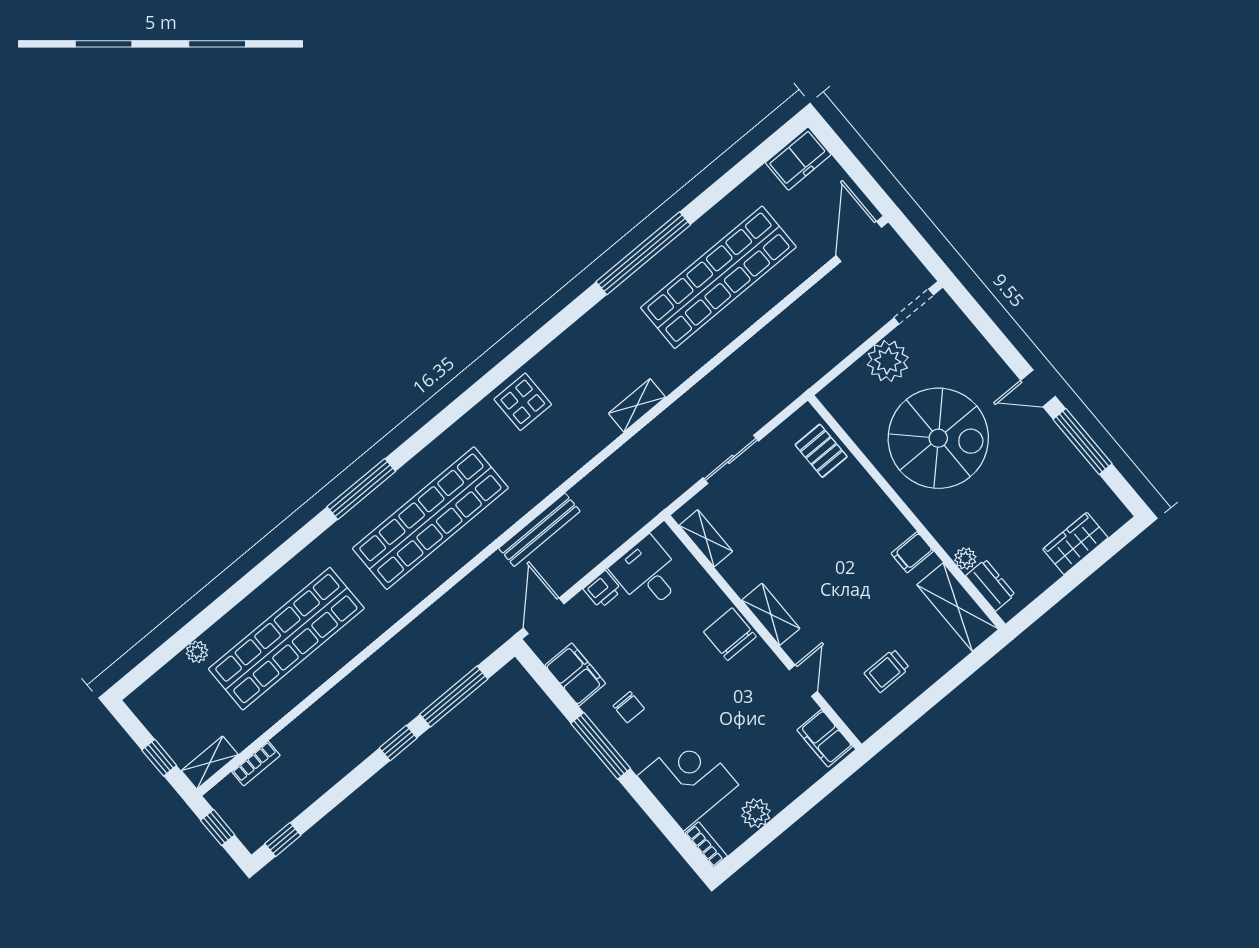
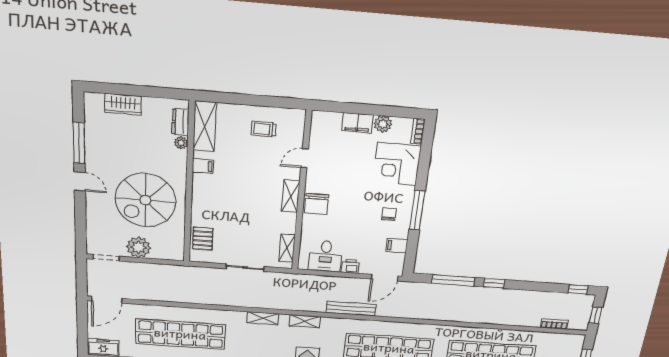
spiral stairs: (938, 438) -> (145, 200), turned -90
trolley: (887, 671) -> (264, 129), turned 180
filing cabinet: (575, 674) -> (397, 246), width x0.50
filing cabinet: (825, 738) -> (357, 123), moved, turned 90
shelving: (210, 763) -> (305, 321), moved

